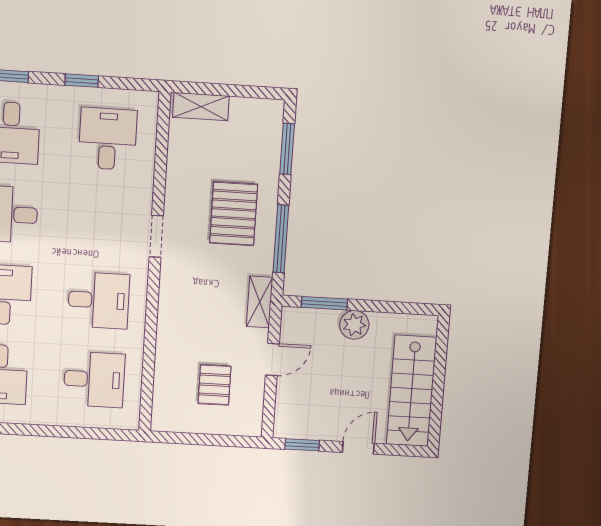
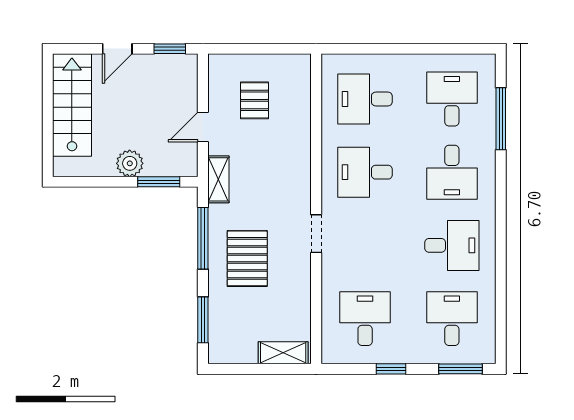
desk: (108, 139) -> (365, 319), turned 180

